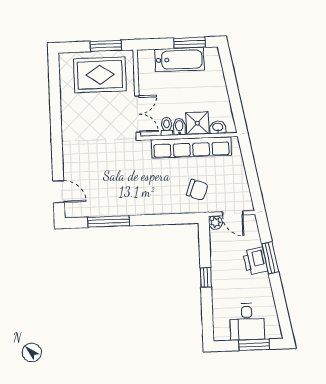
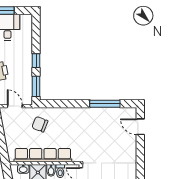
plant: (215, 222) -> (28, 100), removed
window: (204, 242) -> (36, 86), added

